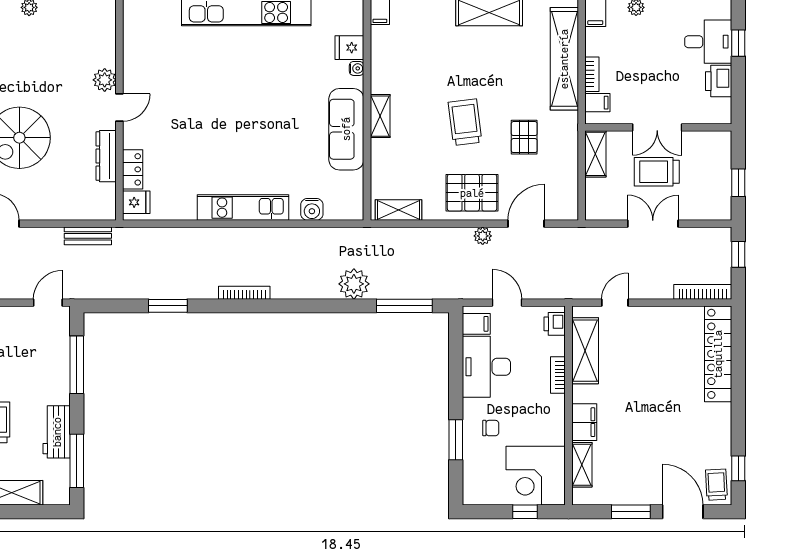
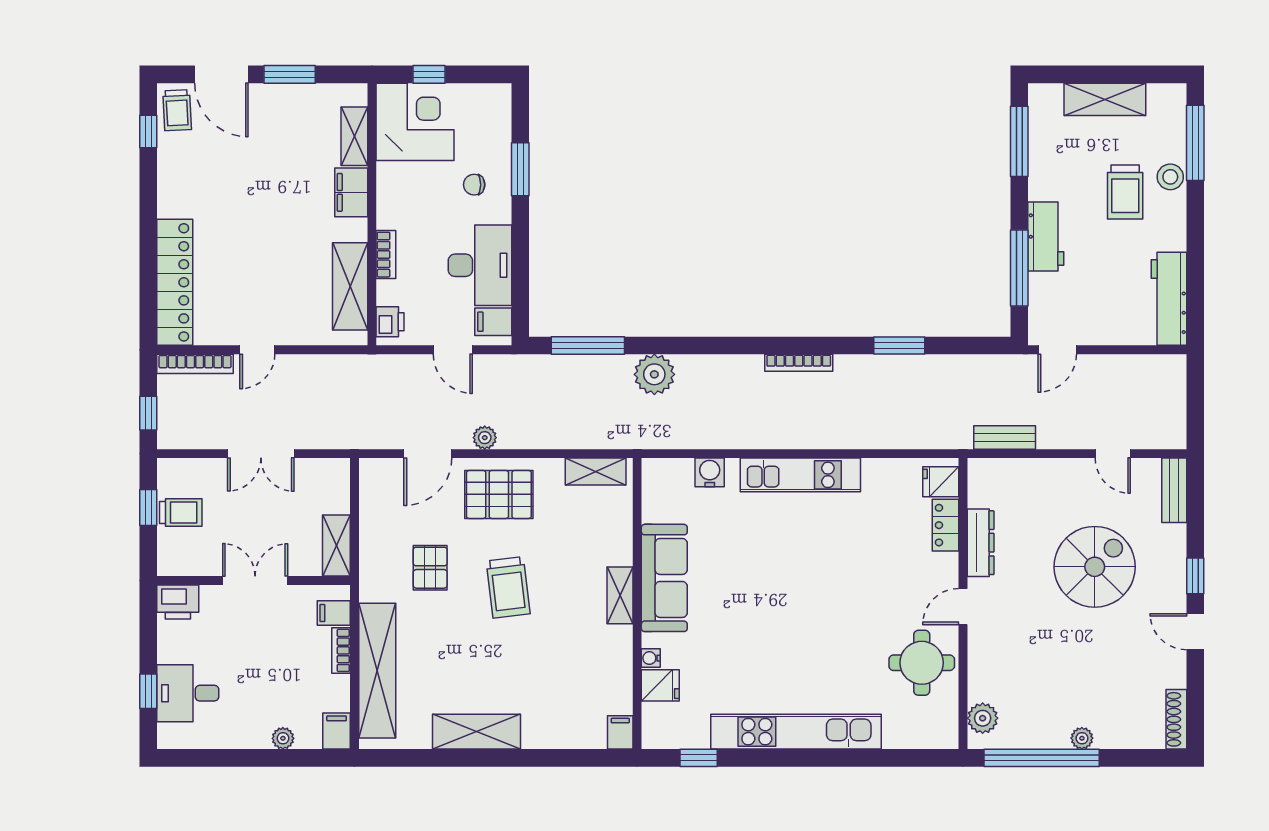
round table: (151, 65) -> (922, 663), added
plant: (105, 80) -> (983, 718), moved
printer: (719, 81) -> (178, 602), moved, turned 90
trolley: (657, 172) -> (181, 513), moved, width x0.73, depth x0.72
door: (615, 303) -> (257, 350), moved
workbench: (57, 432) -> (1046, 236), moved

